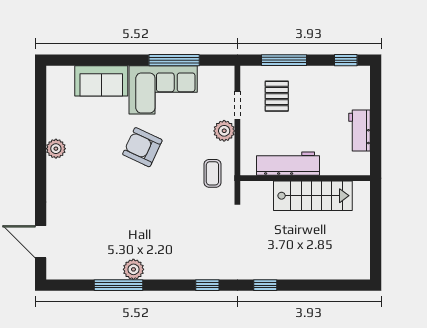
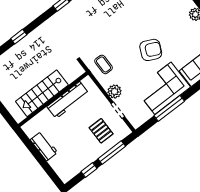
window: (346, 60) -> (89, 170), moved
window: (265, 285) -> (19, 37), moved

